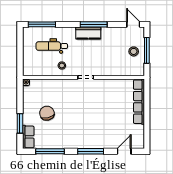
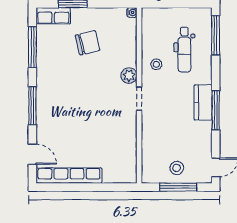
dental chair: (52, 46) -> (184, 50), turned 180
plant: (70, 84) -> (129, 76), added
row of seats: (139, 102) -> (69, 176), moved

